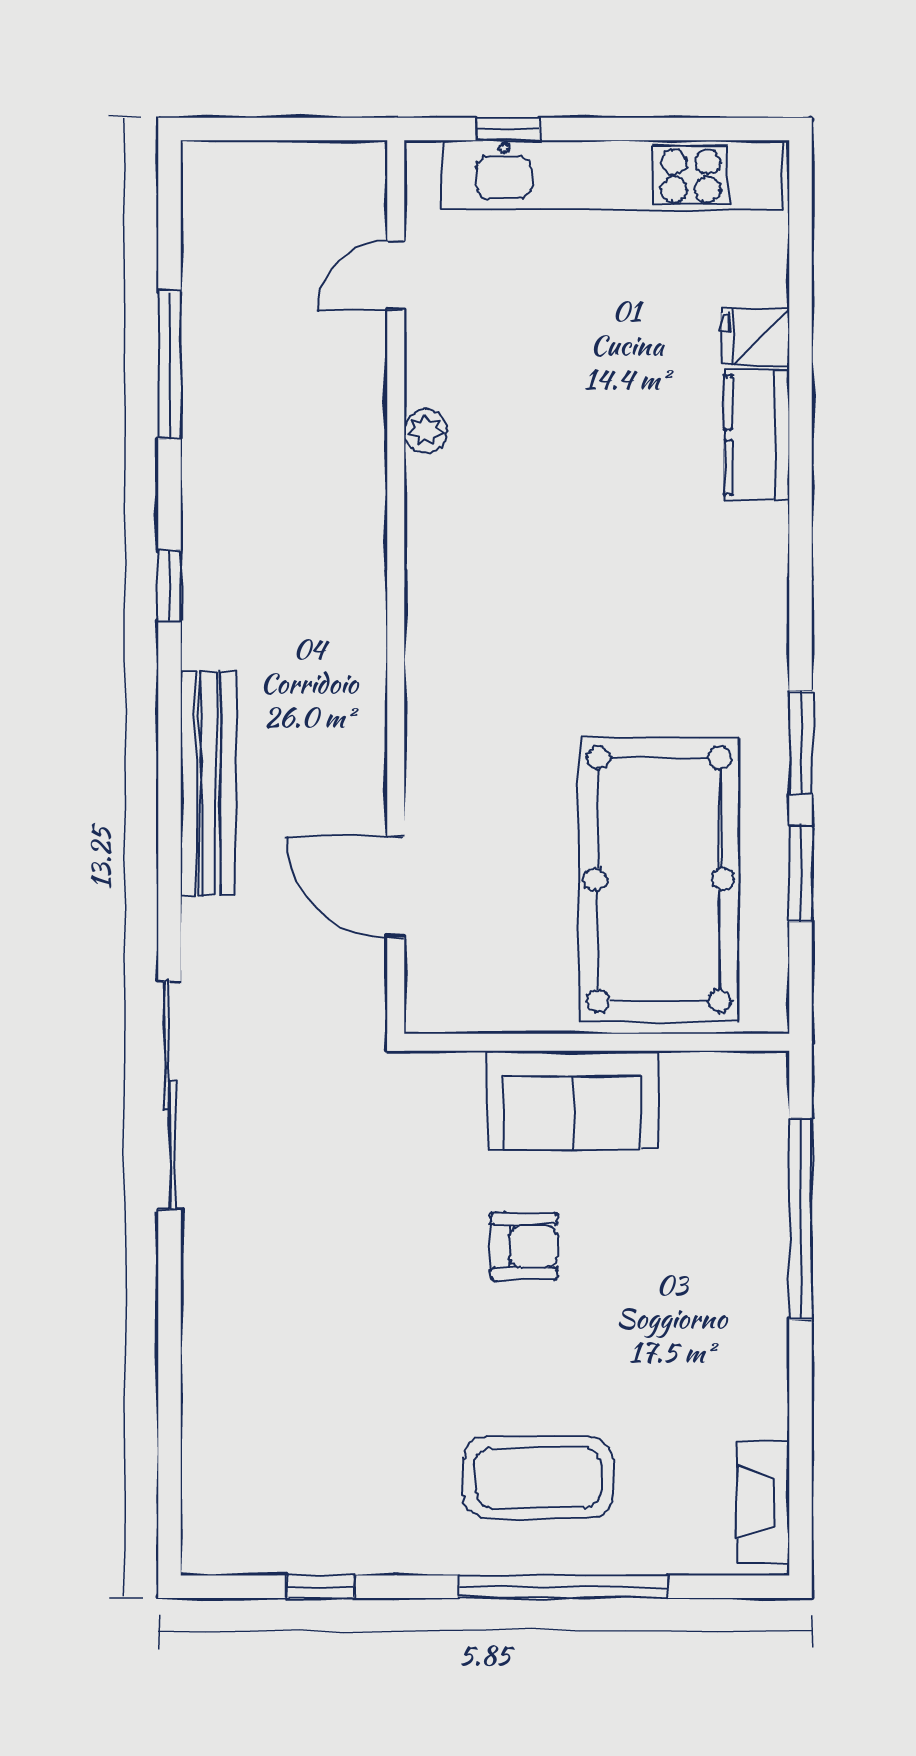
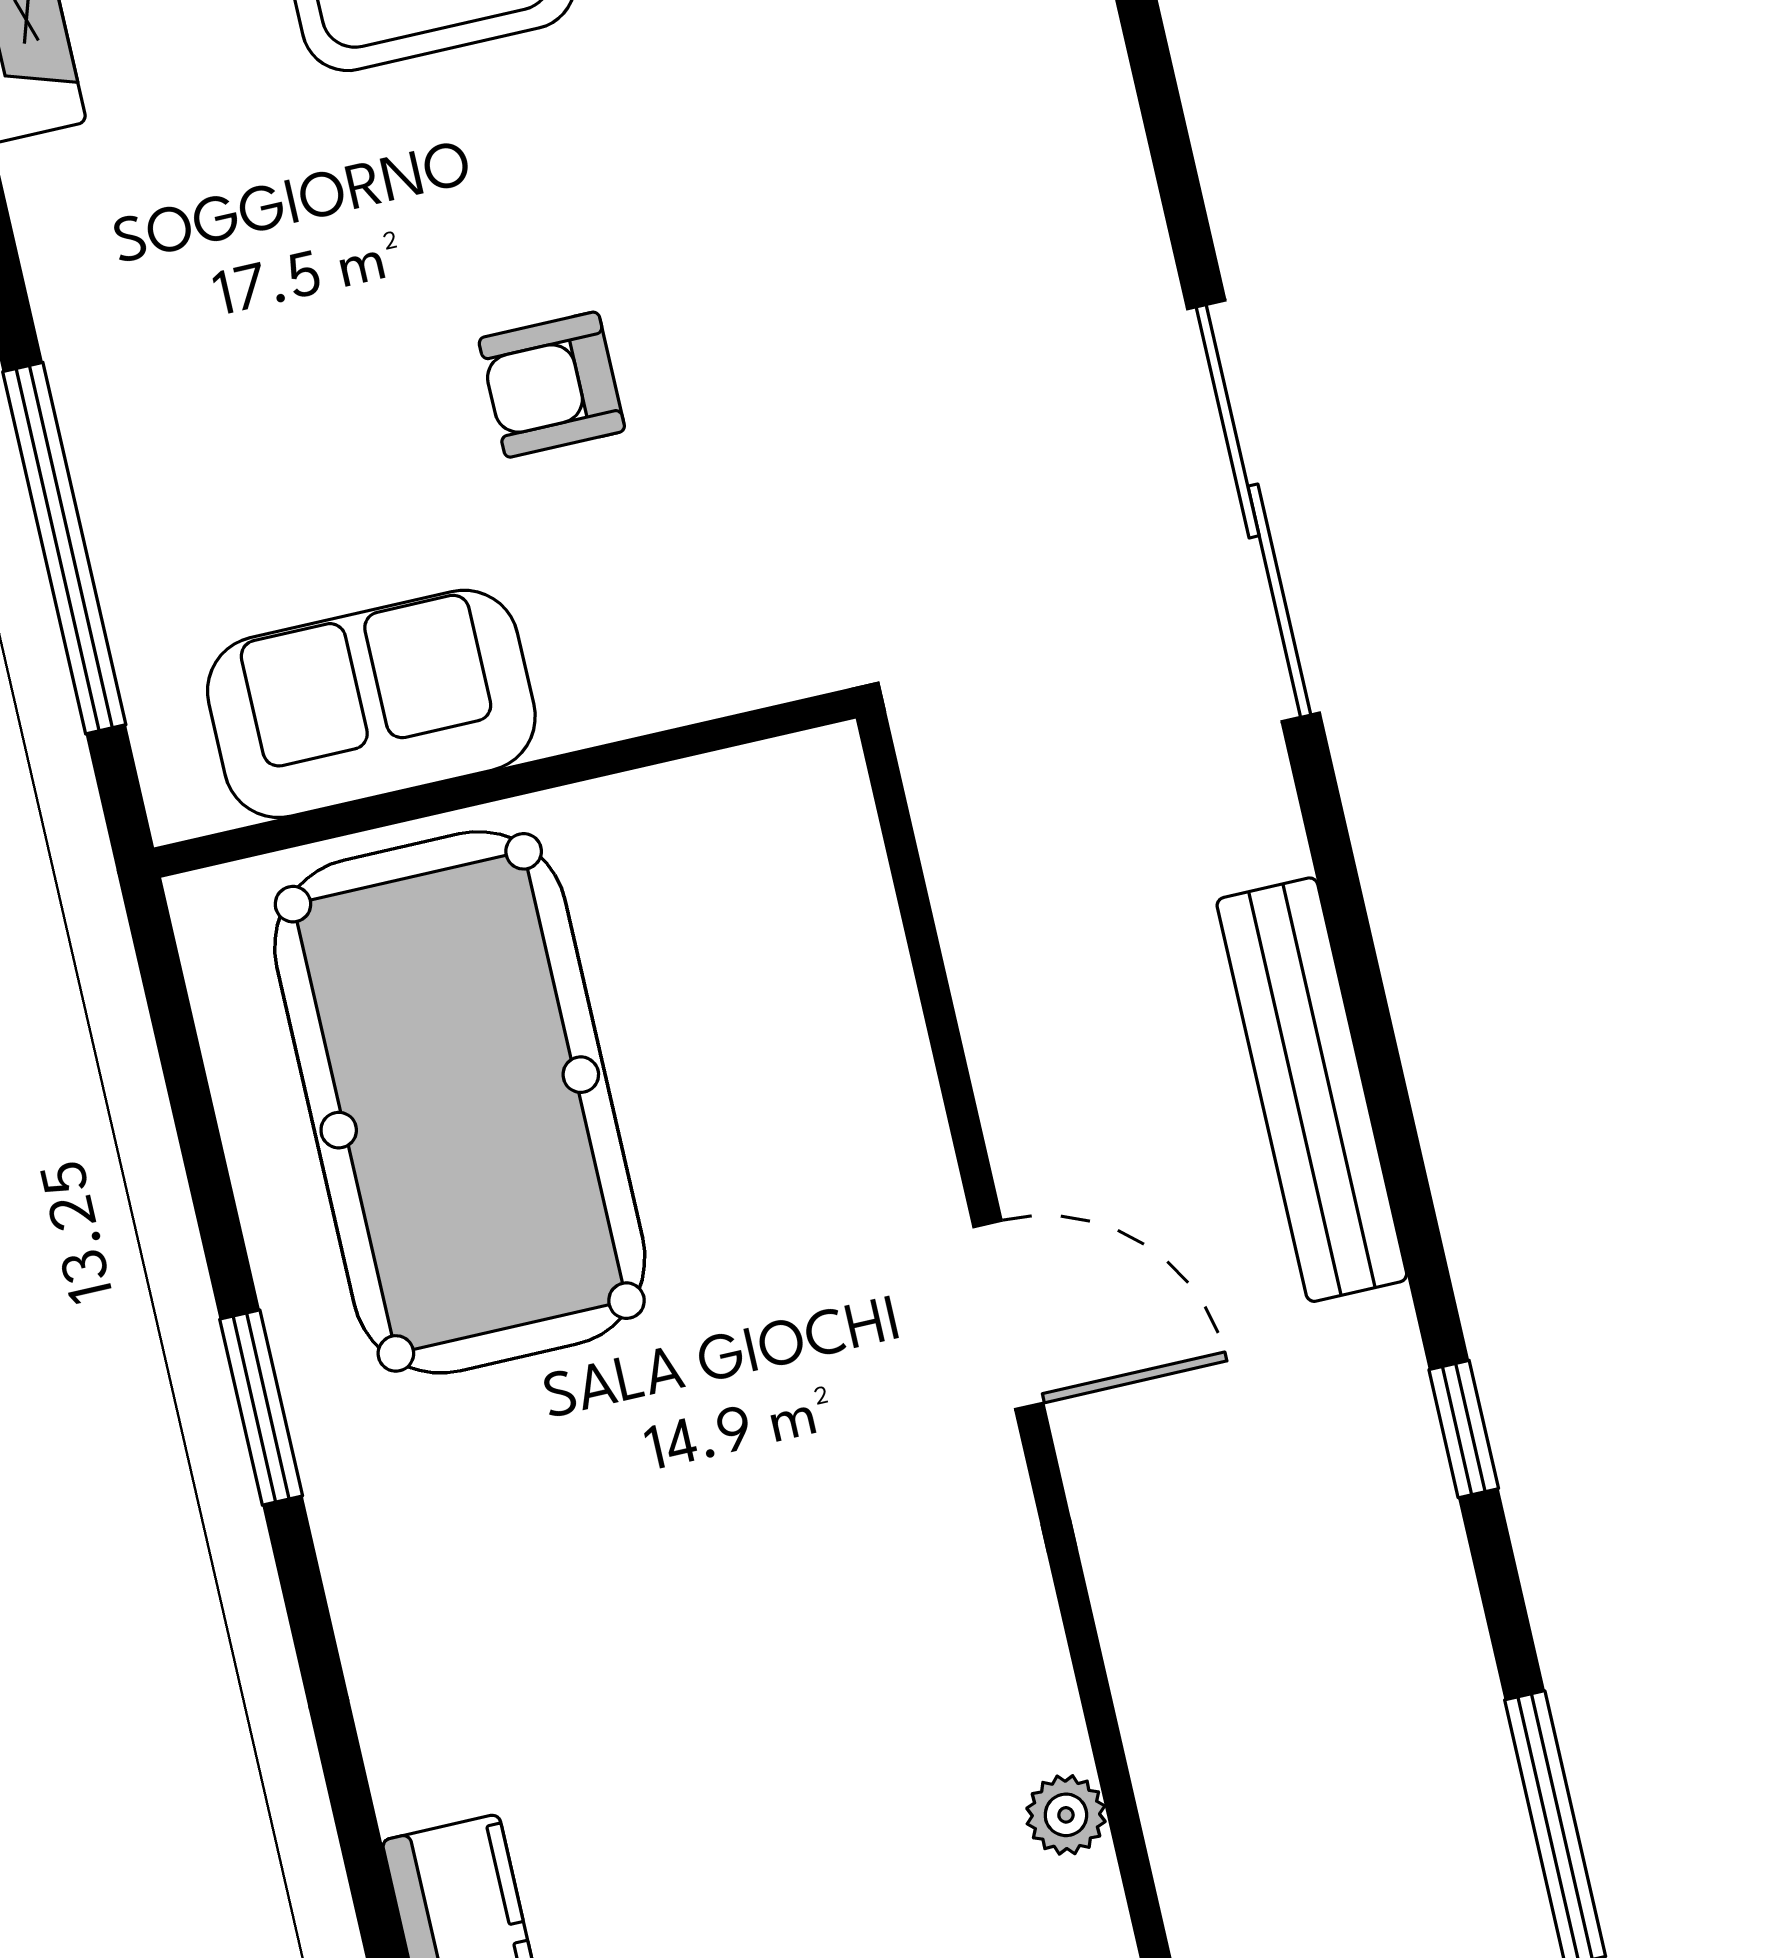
window: (801, 874) -> (207, 1171), removed
door: (396, 887) -> (1008, 1315), moved
sofa: (573, 1100) -> (371, 704), moved

